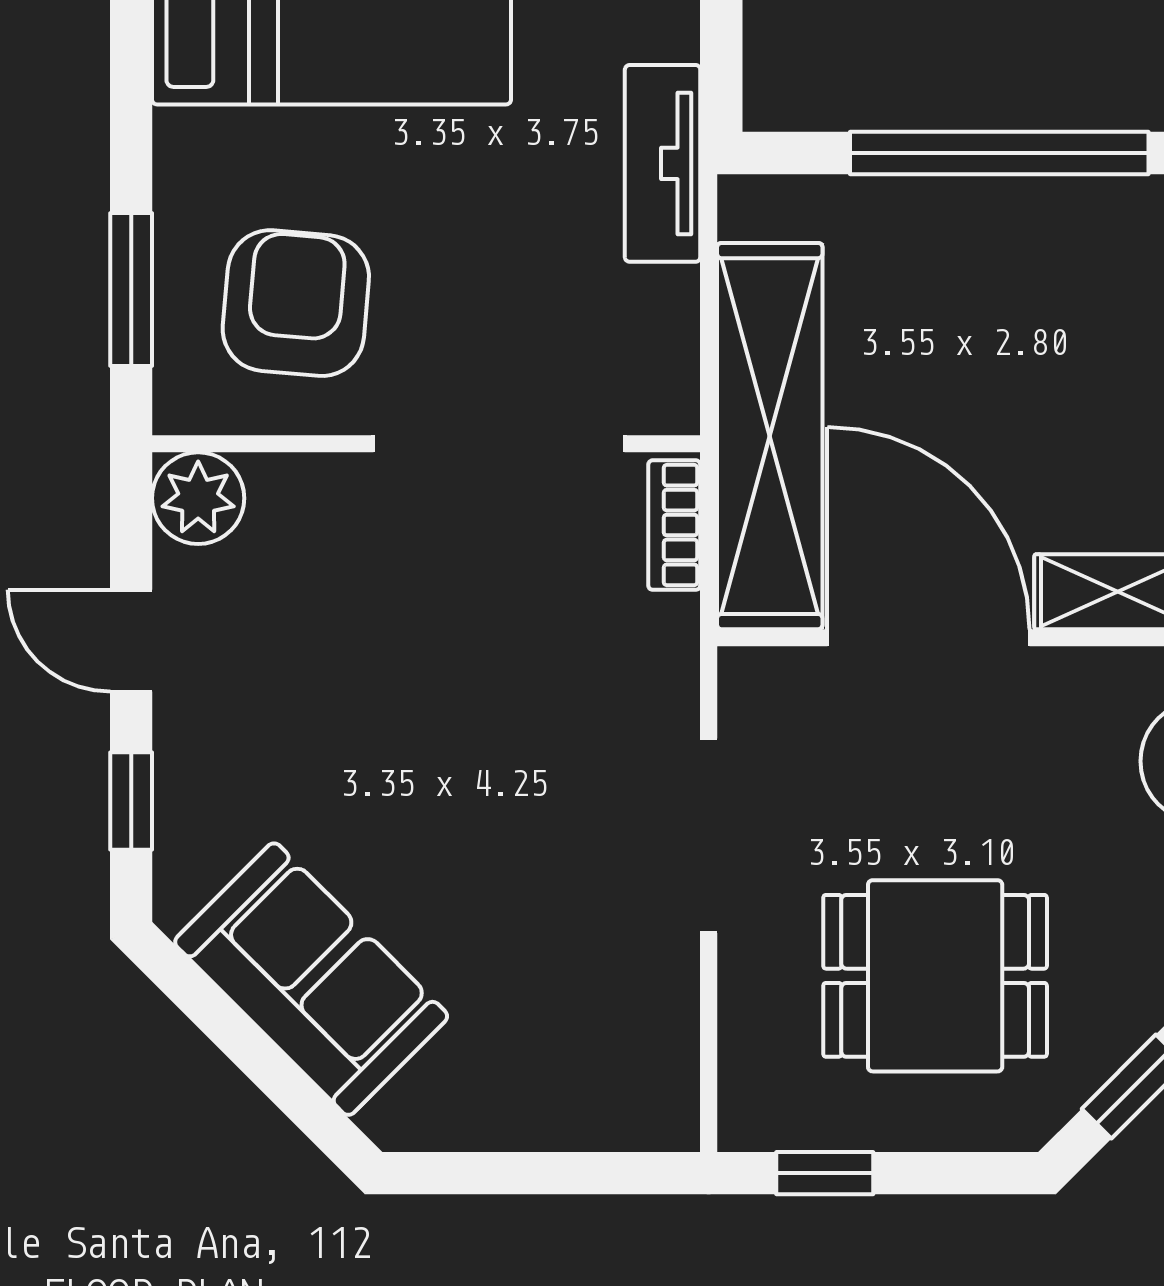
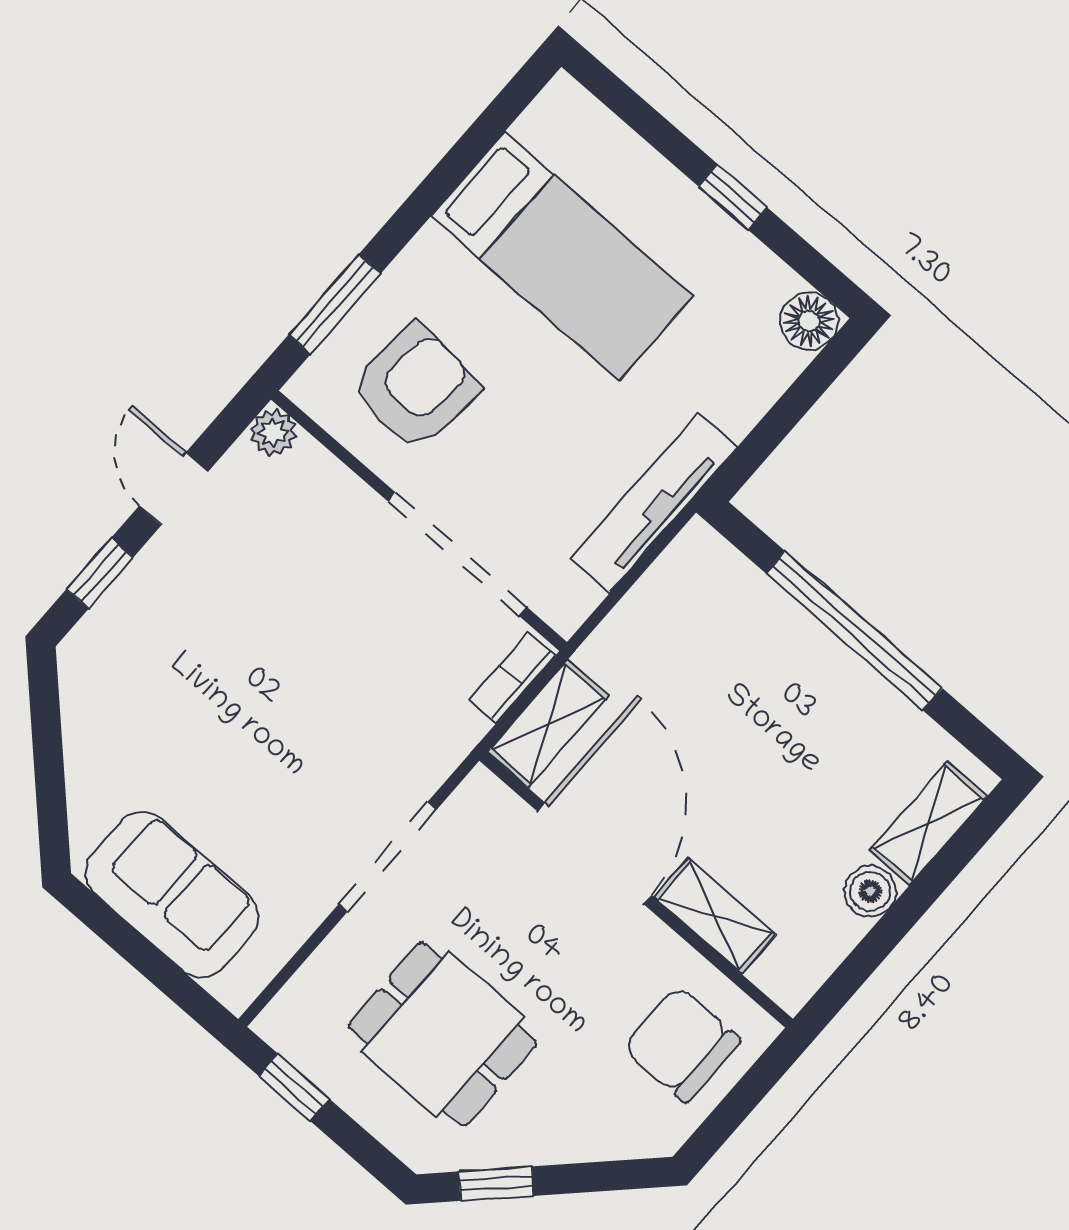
tv unit: (663, 163) -> (654, 503), width x1.41
shelving: (770, 436) -> (548, 724), width x0.45, depth x0.75
plant: (198, 498) -> (273, 432), width x0.73, depth x0.73
sofa: (311, 979) -> (172, 895), moved, turned -45

